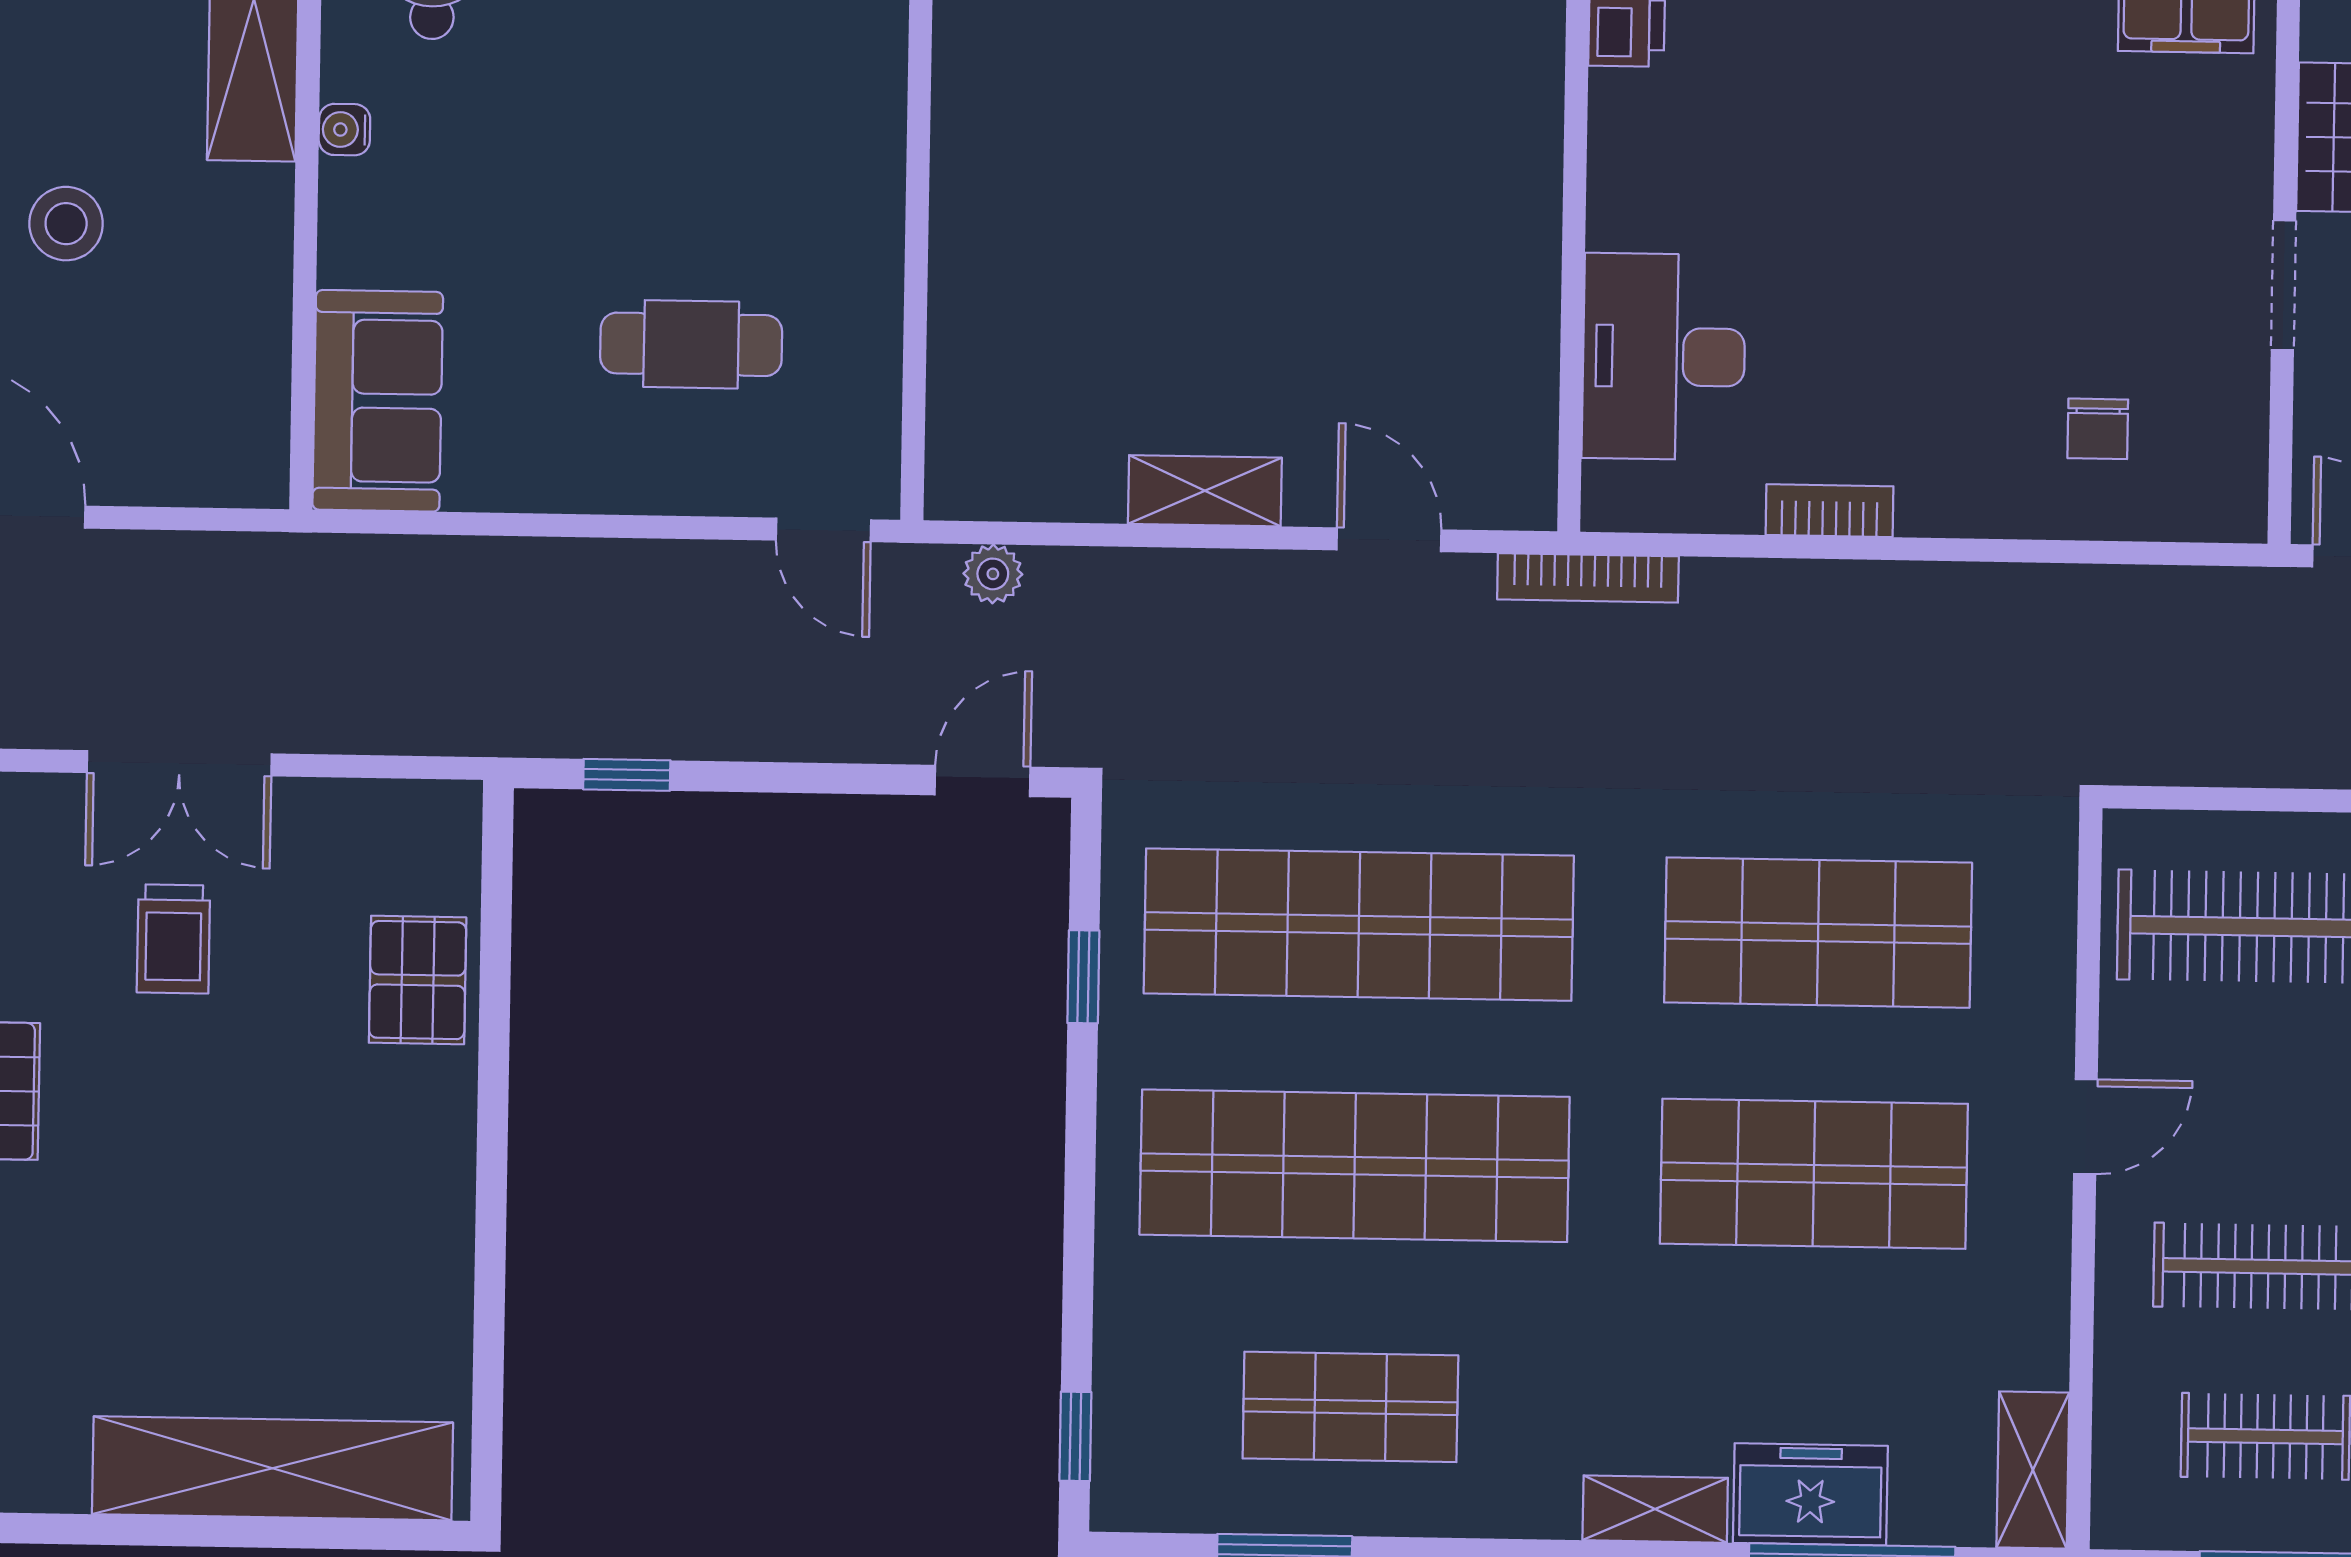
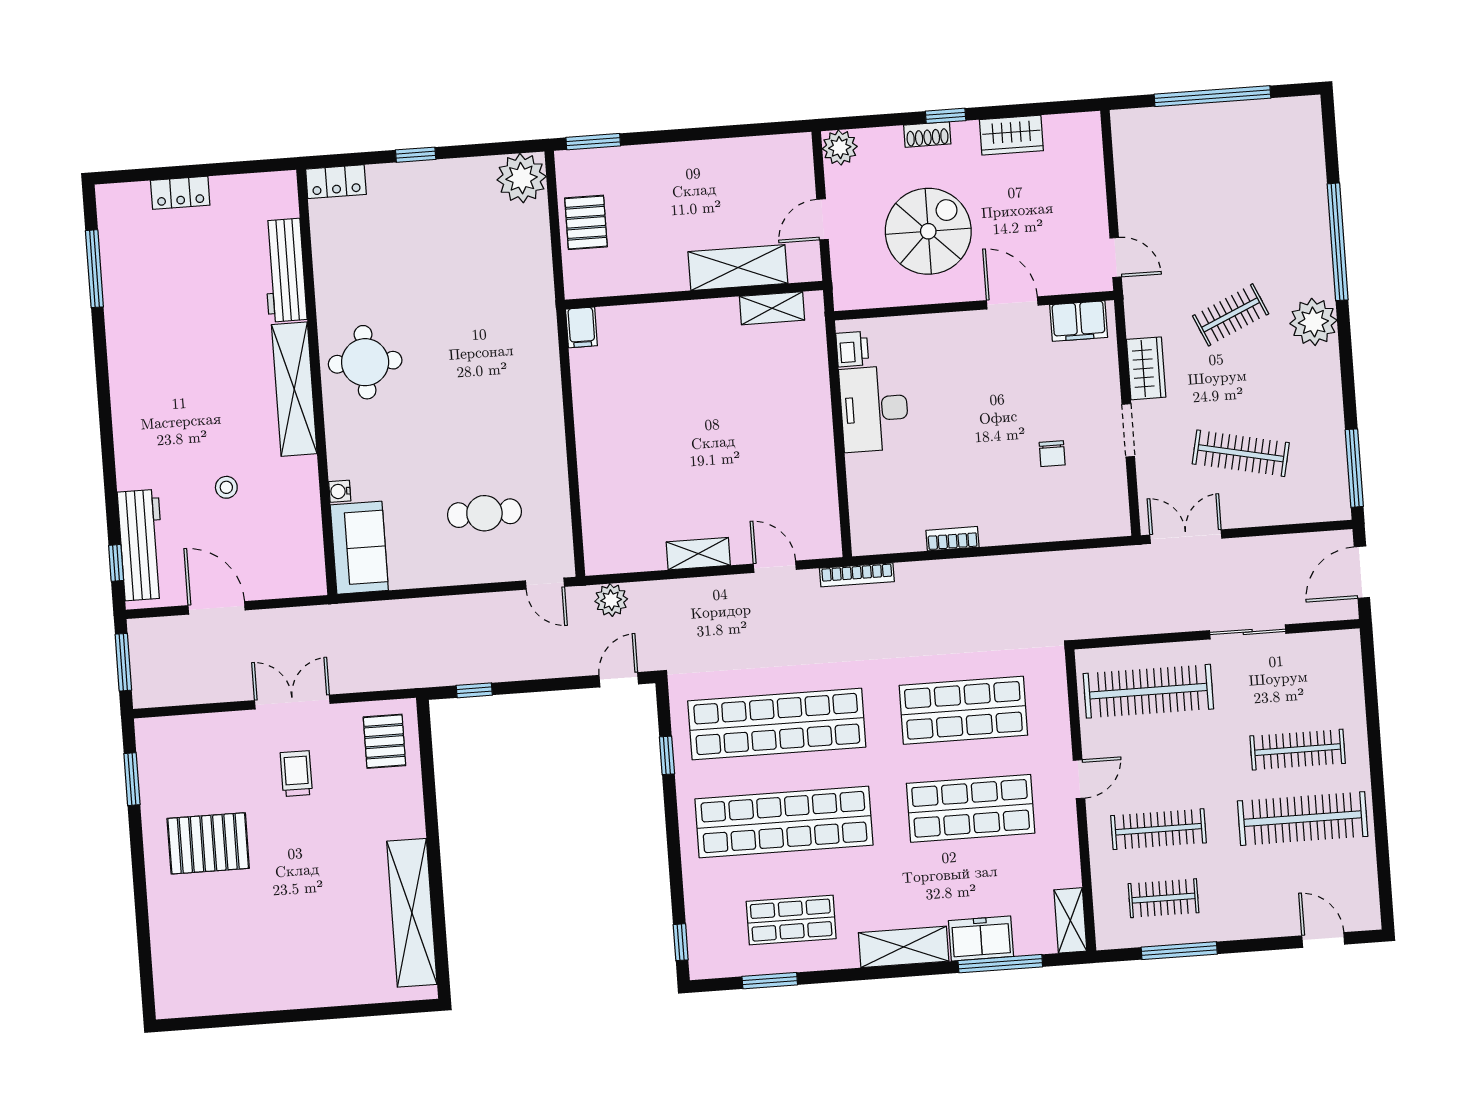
water cooler: (344, 130) -> (340, 491), moved
stool: (66, 224) -> (226, 487), width x0.73, depth x0.73
desk: (1664, 357) -> (874, 409), moved
chair: (2098, 429) -> (1052, 454), moved
plant: (993, 574) -> (611, 600), width x1.38, depth x1.38
double door: (179, 763) -> (292, 702), swing flipped
trolley: (173, 939) -> (296, 774), turned 180
pallet: (418, 980) -> (384, 741), moved
shelving: (273, 1468) -> (412, 913), moved, turned 90
shelving: (1655, 1509) -> (904, 947), width x1.50, depth x1.33

